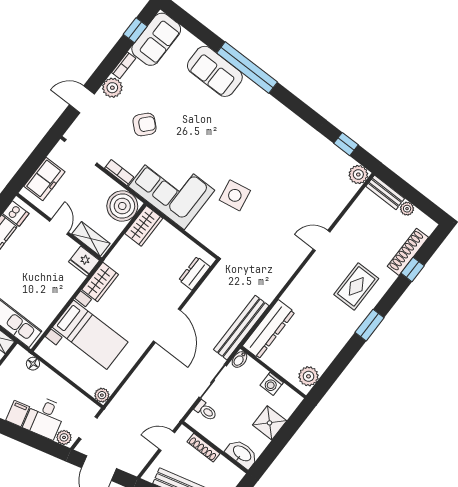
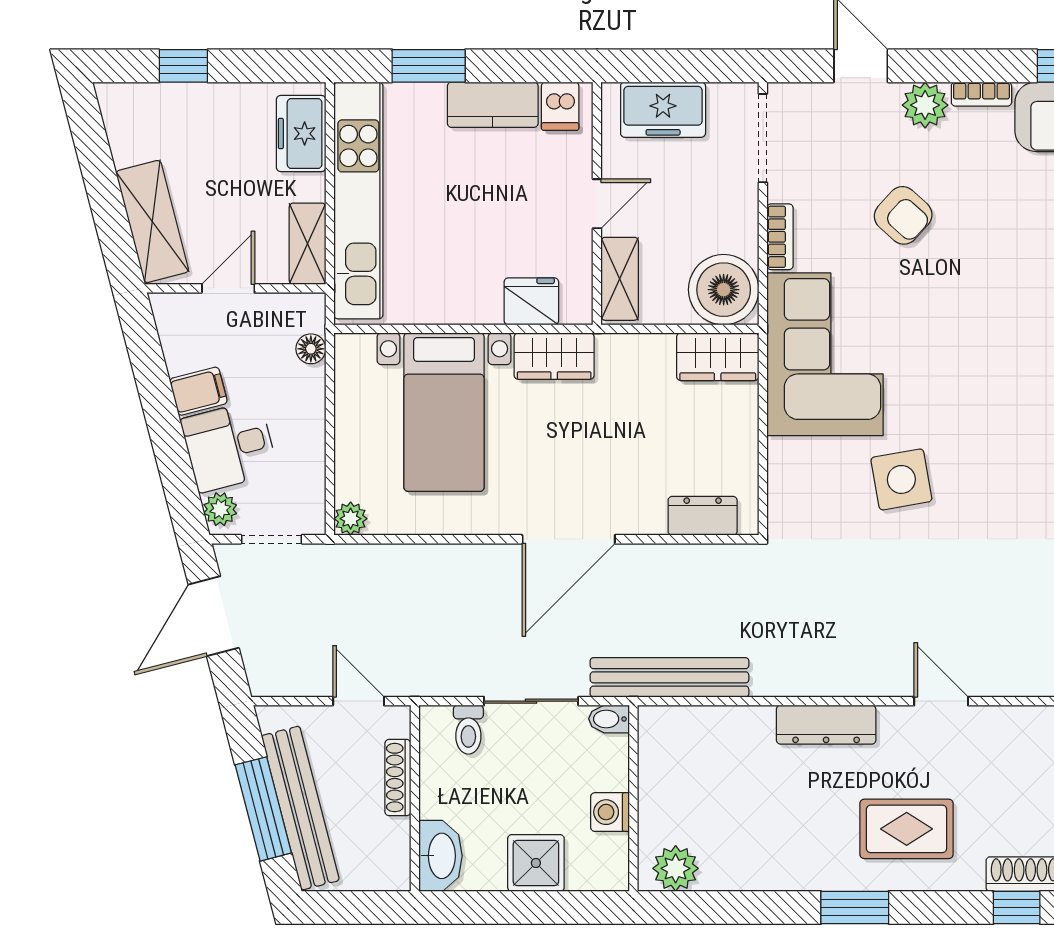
fridge: (84, 261) -> (531, 301), moved, turned 90
dresser: (269, 329) -> (826, 725), moved, width x0.73, depth x0.80

